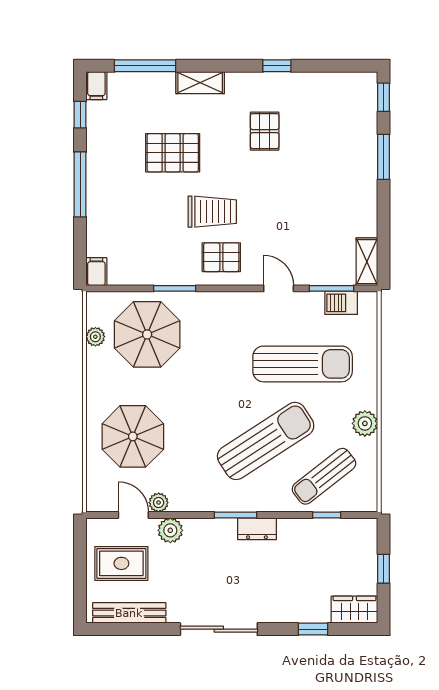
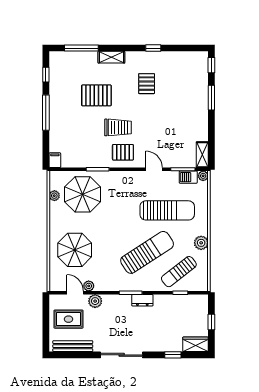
filing cabinet: (96, 86) -> (55, 59), removed
plant: (369, 300) -> (203, 176), added

